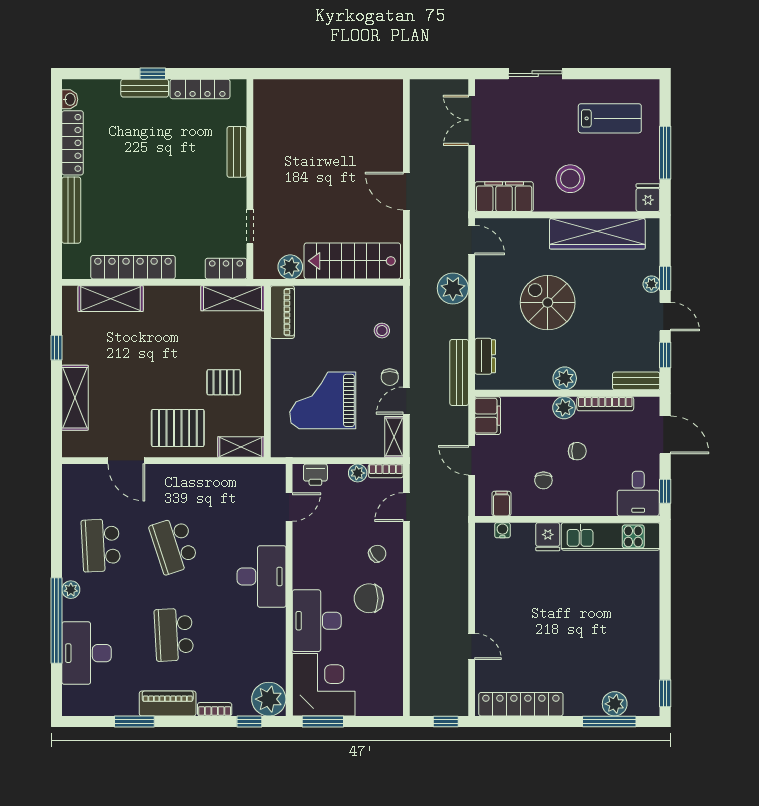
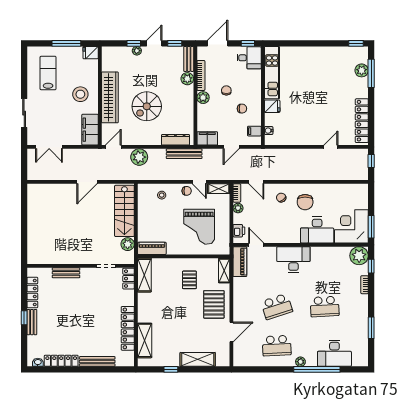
wardrobe: (597, 234) -> (110, 97), moved
dresser: (485, 356) -> (175, 140), width x1.44
plant: (565, 378) -> (187, 79), moved
piano: (168, 703) -> (240, 262), moved, turned 180

